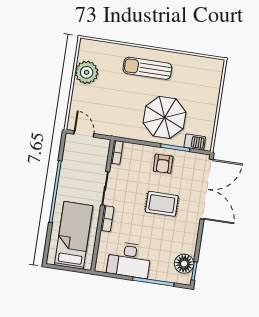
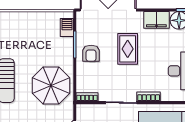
parasol: (164, 117) -> (51, 86), moved
armchair: (163, 164) -> (91, 53), turned 91
filing cabinet: (188, 239) -> (156, 20), added

